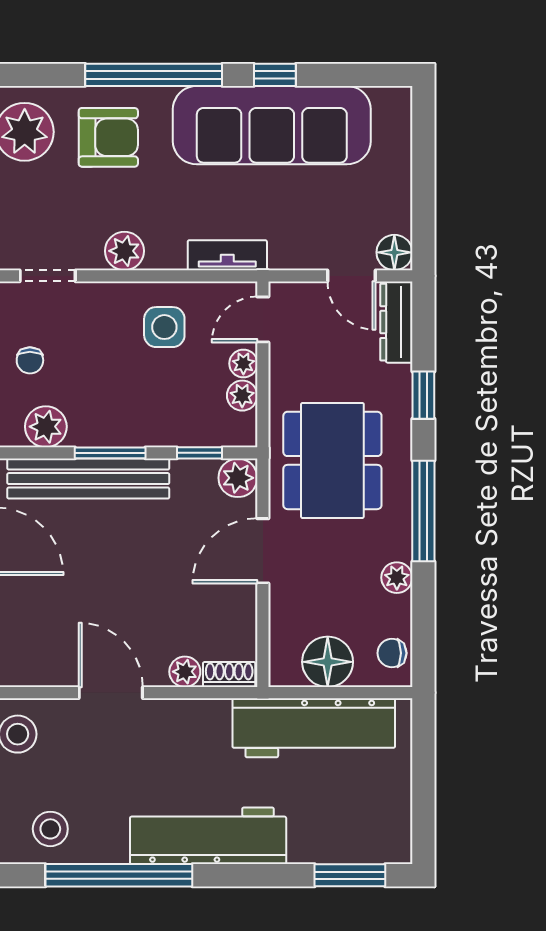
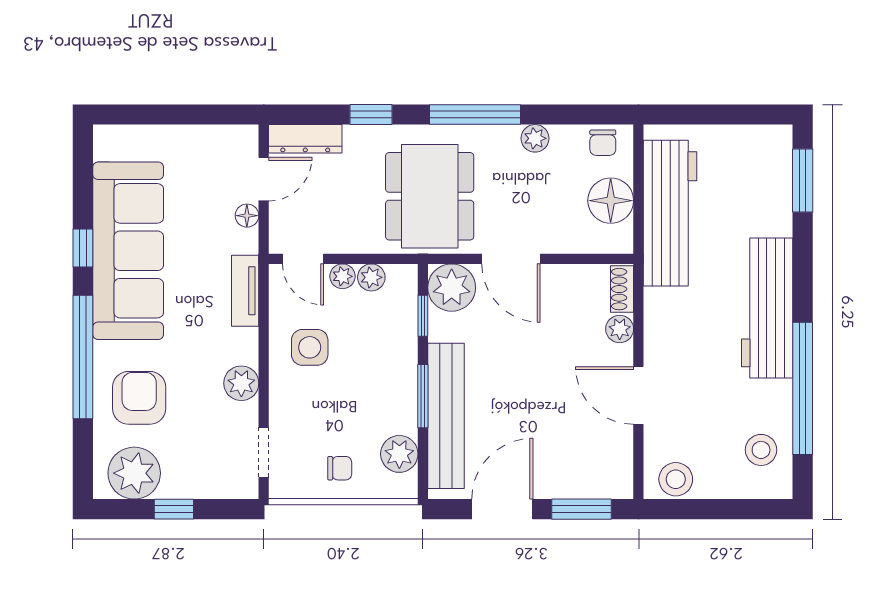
floor lamp: (394, 252) -> (247, 216), moved, width x0.73, depth x0.73
dining table: (332, 460) -> (430, 196), turned 90
plant: (238, 478) -> (452, 288), width x1.36, depth x1.36
door: (111, 693) -> (638, 396), hinge flipped

